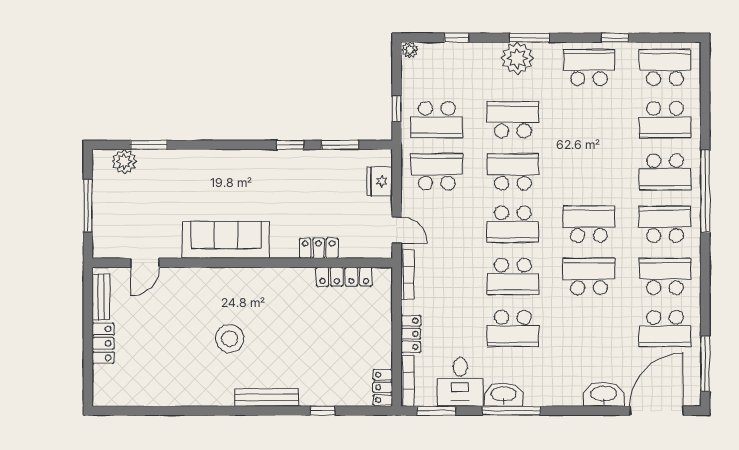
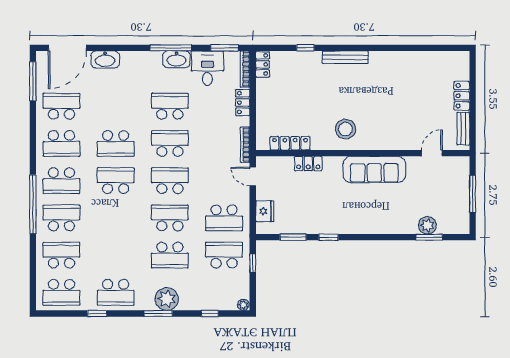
plant: (124, 162) -> (427, 225), moved
school desk: (513, 172) -> (170, 218), turned 180
school desk: (589, 224) -> (116, 181), turned 180
stool: (230, 339) -> (345, 129), moved

